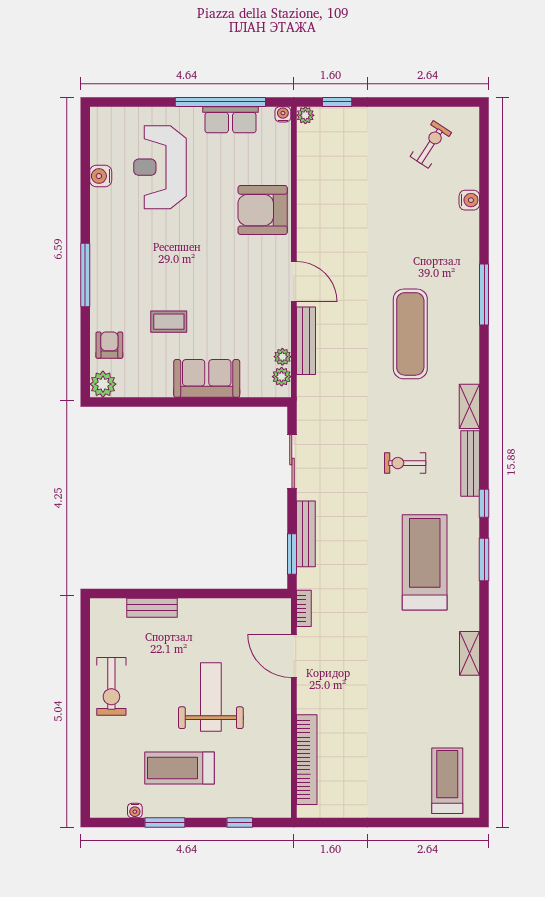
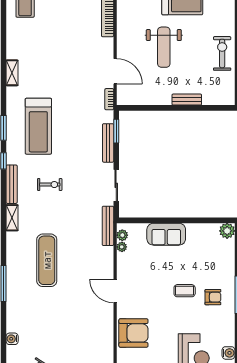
coffee table: (169, 322) -> (185, 291), moved
bench: (306, 341) -> (108, 226), moved
armchair: (109, 345) -> (213, 297), moved, turned -90
bench: (152, 608) -> (187, 100), moved

